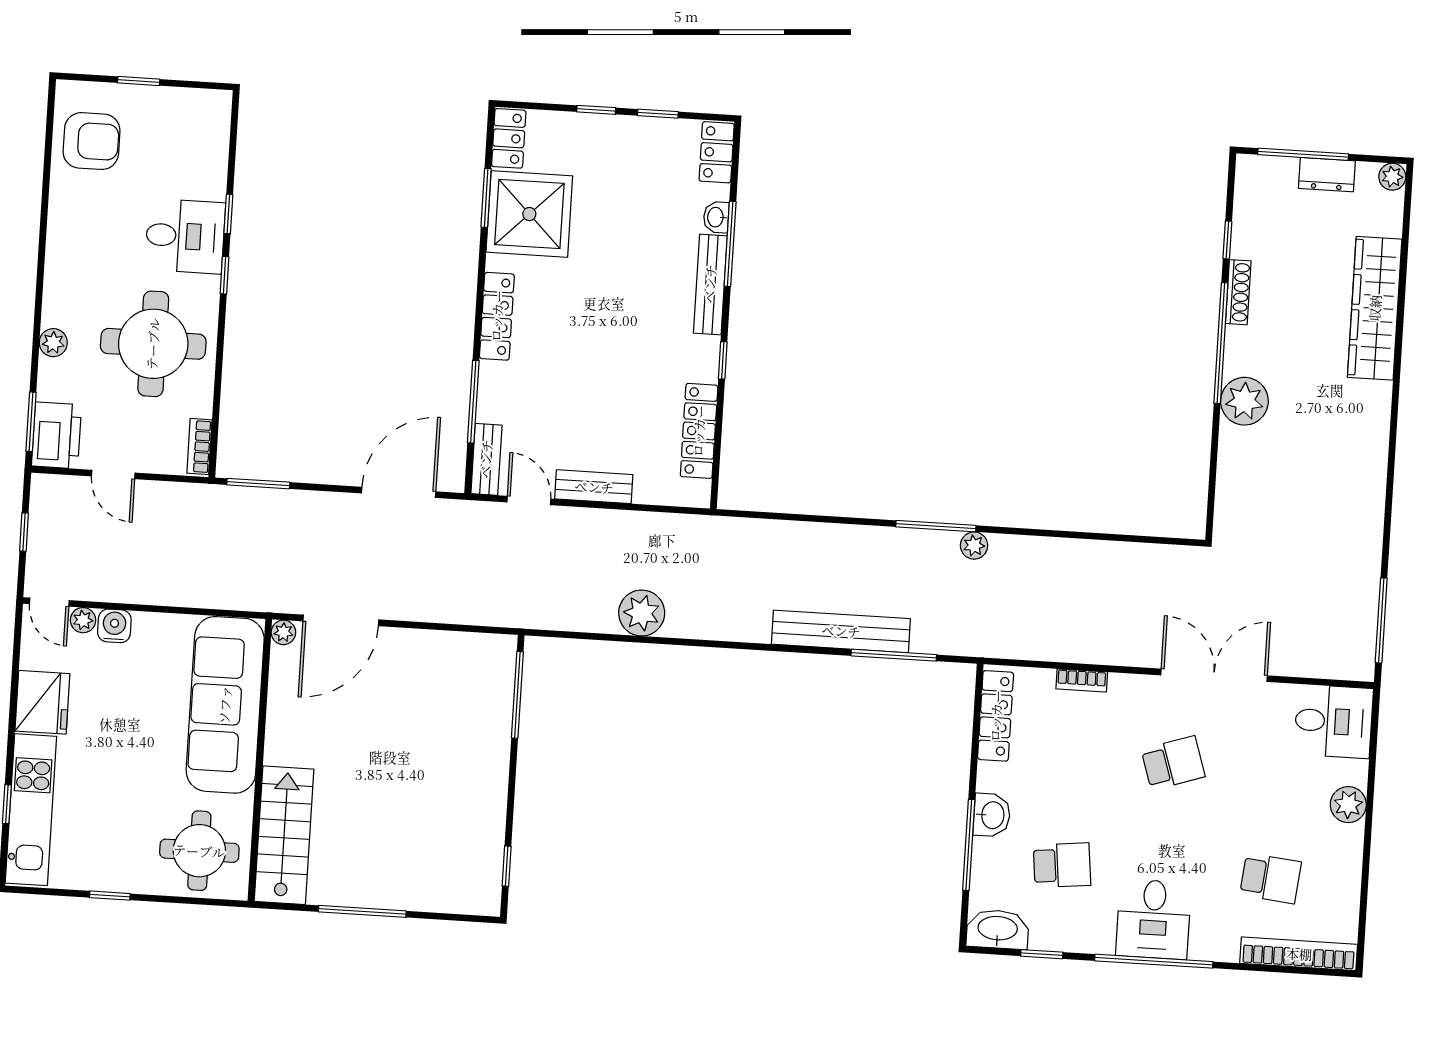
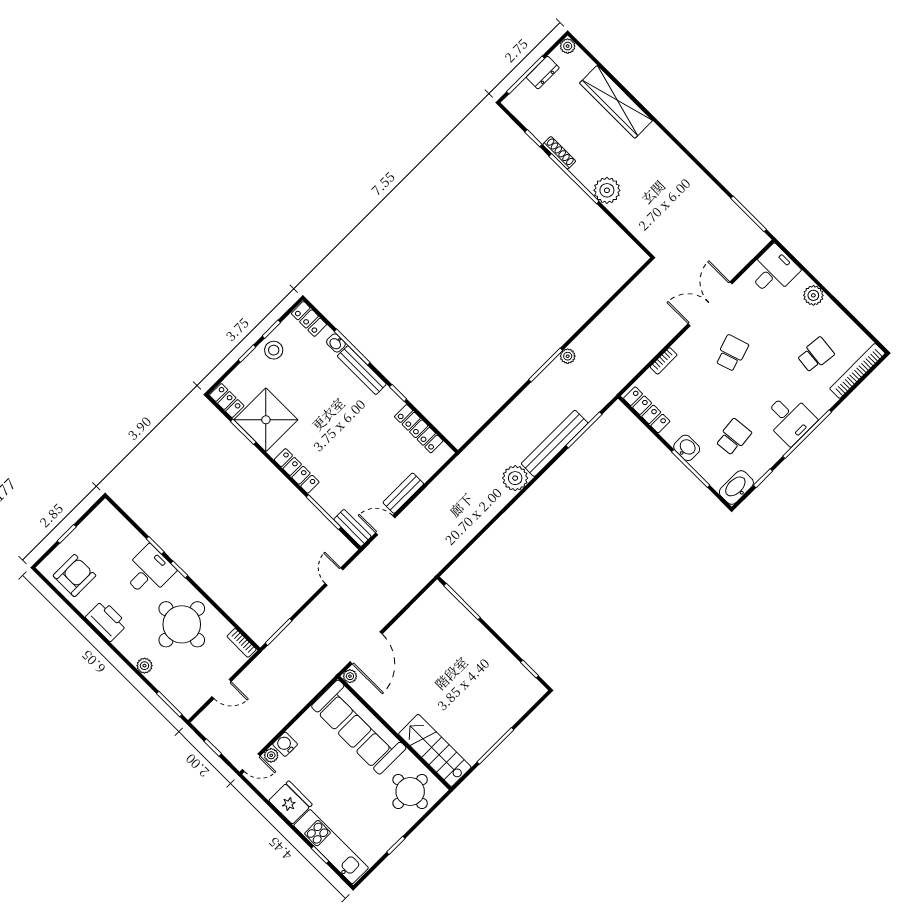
stool: (633, 142) -> (274, 350), added
printer: (57, 435) -> (107, 621), moved
door: (399, 492) -> (334, 577), width x0.53
plant: (642, 613) -> (515, 478), moved

